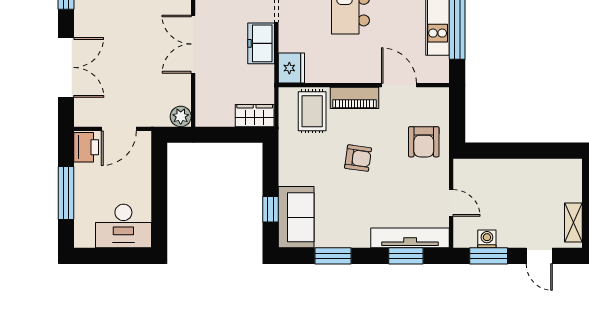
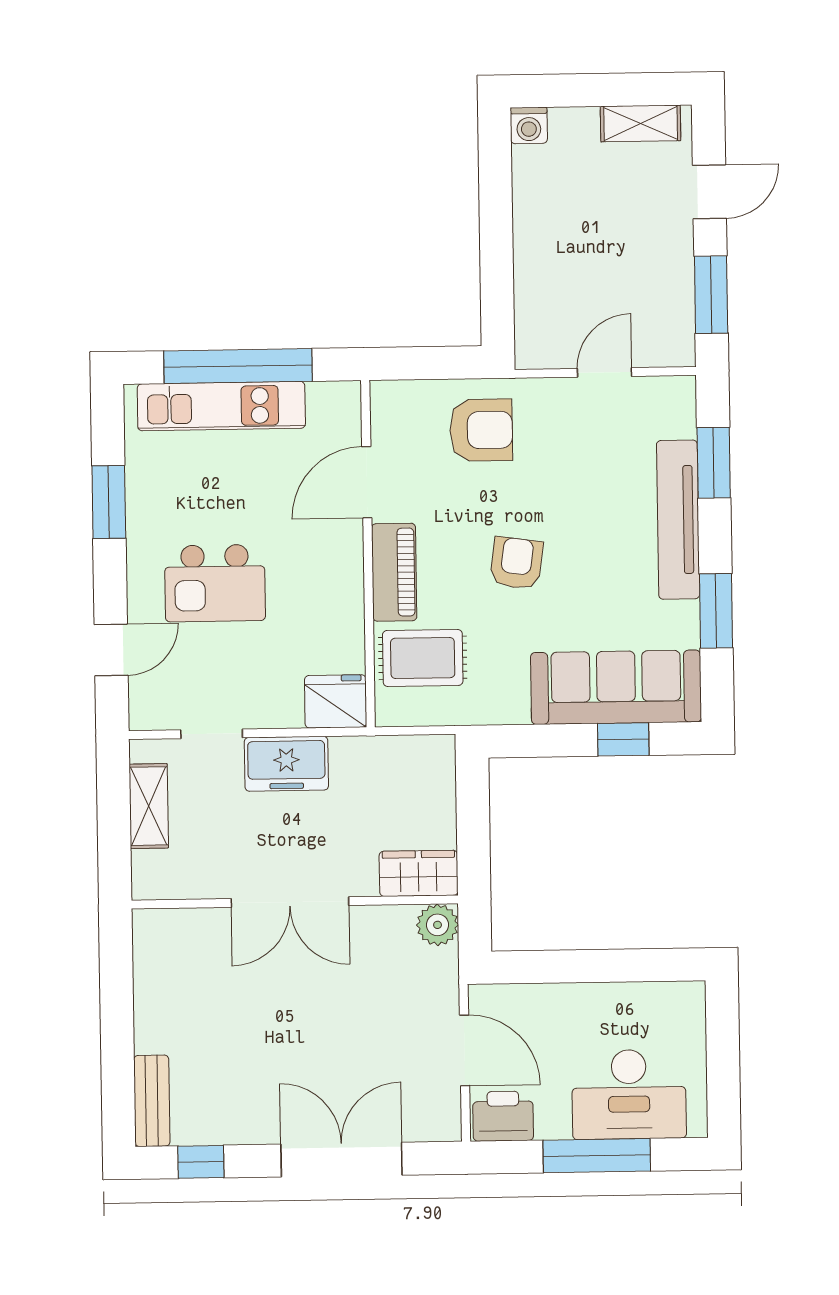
wardrobe: (255, 116) -> (419, 873), moved, turned 90
sofa: (296, 217) -> (616, 687), width x1.36
desk: (123, 226) -> (629, 1094), moved, turned 90
tv unit: (410, 238) -> (678, 520), moved
washing machine: (487, 239) -> (529, 125), moved, turned -90

